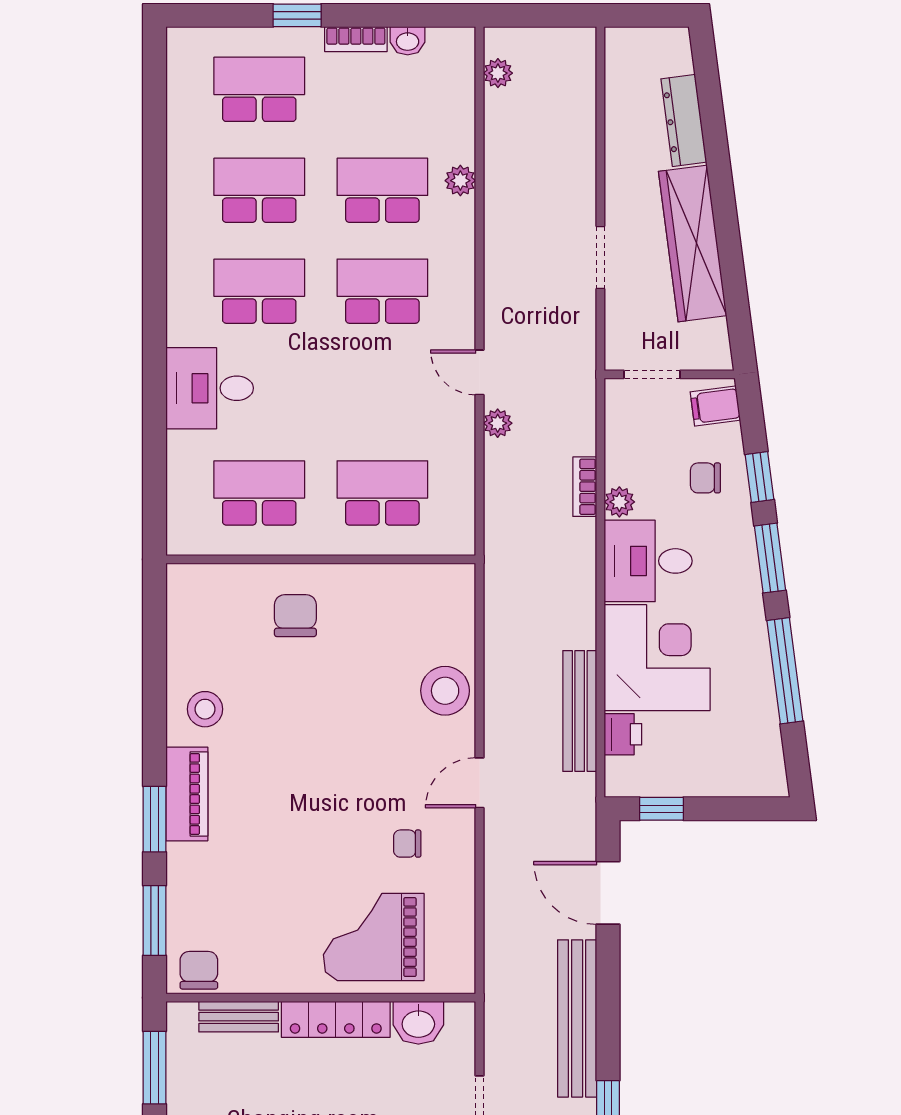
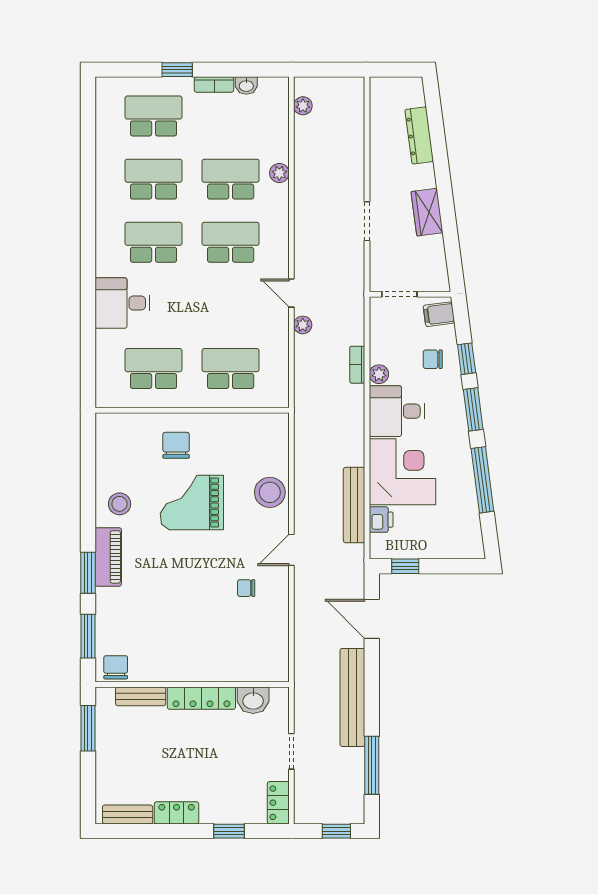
wardrobe: (693, 244) -> (427, 212), width x0.48, depth x0.85
grand piano: (374, 937) -> (192, 502), moved

